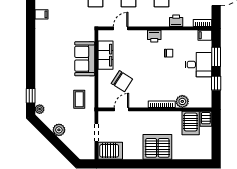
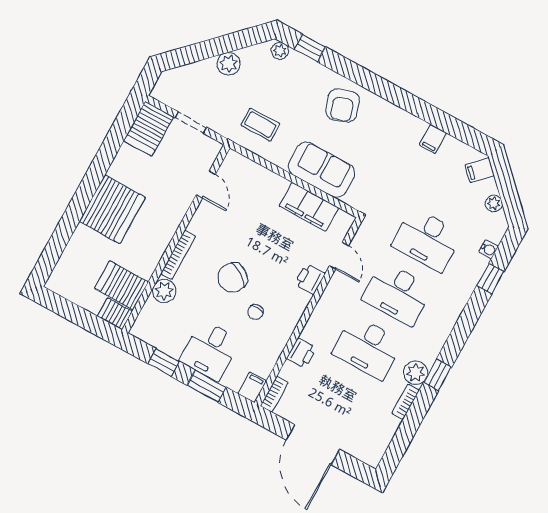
printer: (154, 36) -> (310, 279), moved
armchair: (49, 66) -> (342, 105), added
chair: (122, 81) -> (233, 278), moved

